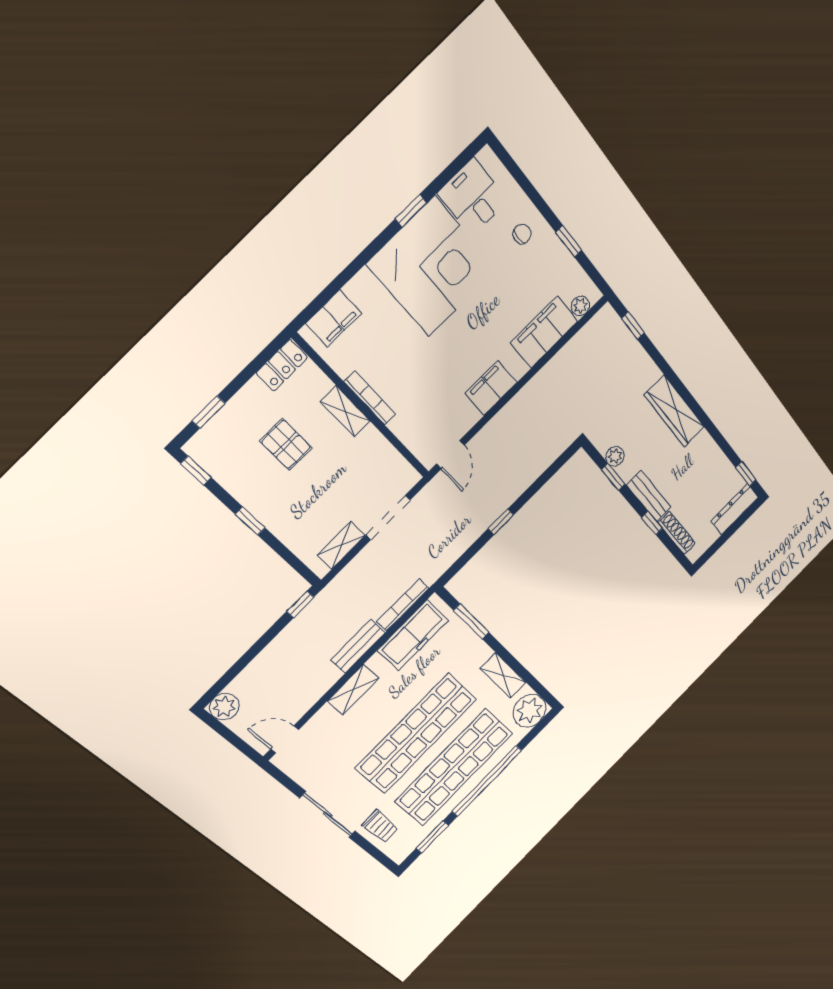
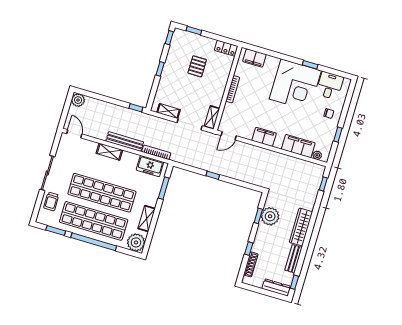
shelving: (345, 411) -> (212, 117), moved
plant: (615, 456) -> (270, 216), width x1.87, depth x1.87
bench: (649, 496) -> (293, 259), moved
freezer: (413, 635) -> (150, 166), width x0.71
bench: (358, 646) -> (125, 142), width x1.36

